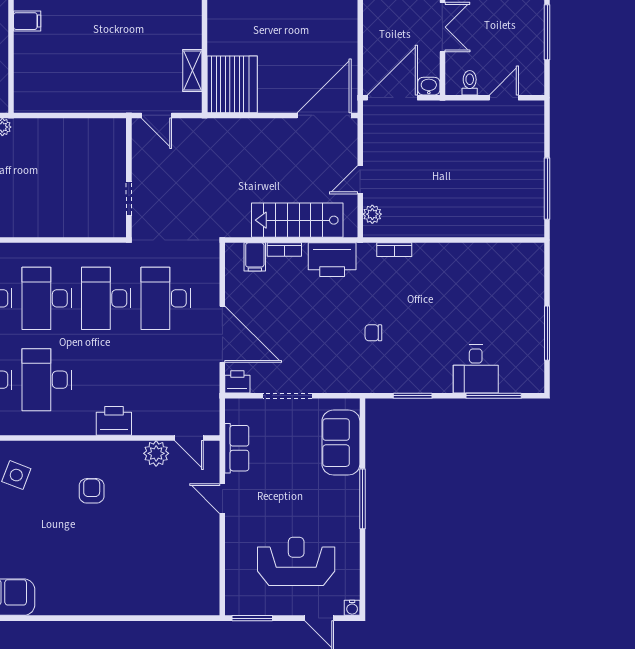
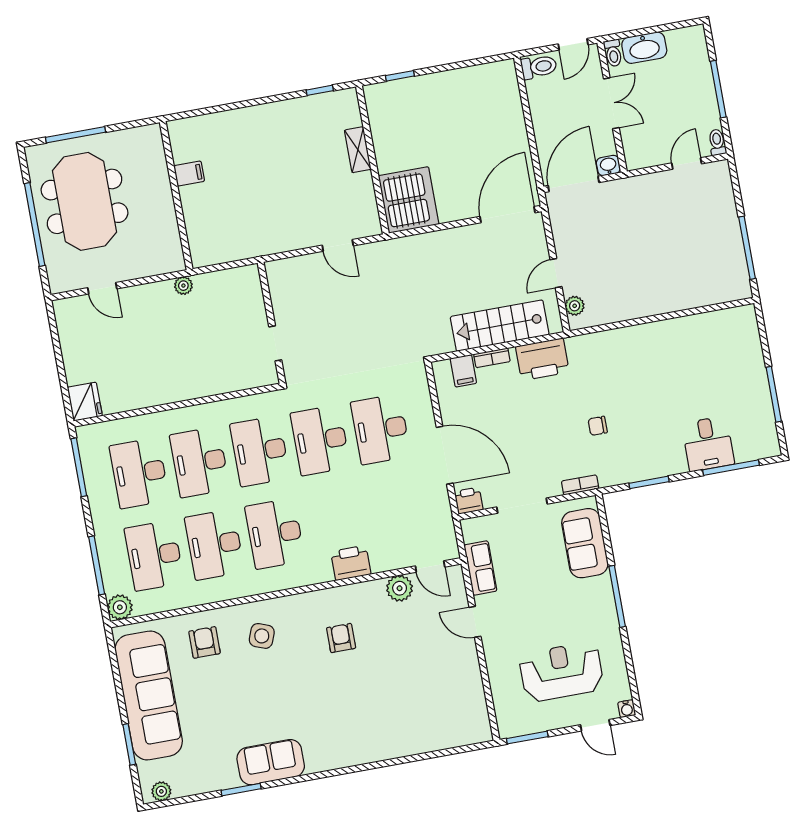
shelving: (192, 70) -> (358, 150), moved
toilet: (470, 83) -> (717, 142), moved
wall: (129, 178) -> (272, 323), moved
doorway: (129, 198) -> (275, 343), moved
bookcase: (394, 250) -> (580, 485), moved, turned 180

